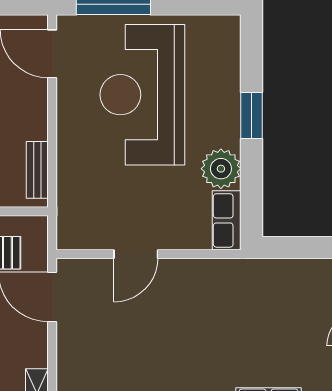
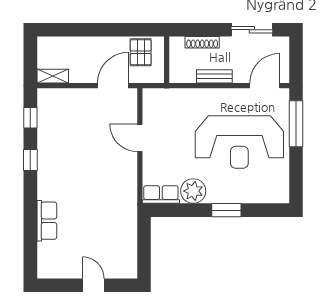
reception desk: (142, 95) -> (239, 142), turned 180
bench: (37, 170) -> (214, 76), moved

